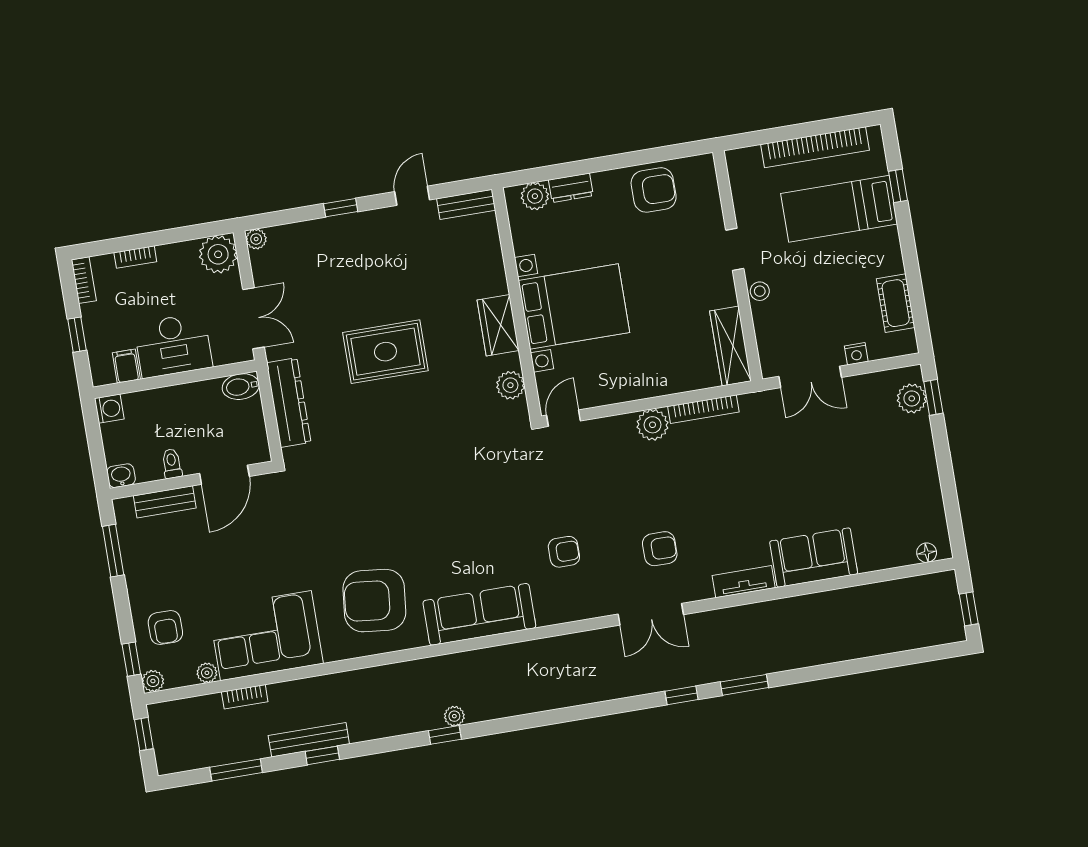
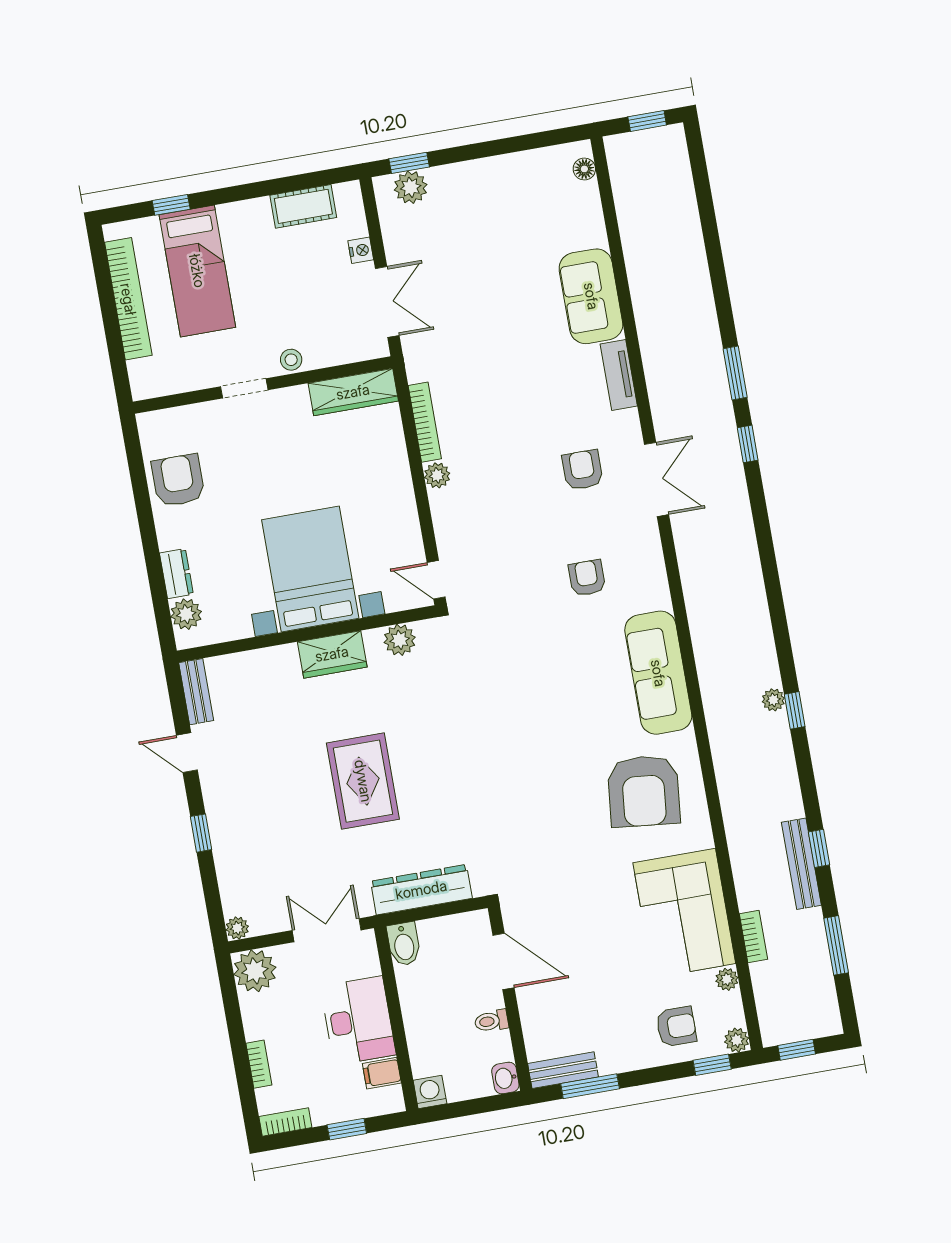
plant: (653, 425) -> (437, 475), width x0.73, depth x0.73
bench: (165, 502) -> (563, 1070), moved, turned 90

